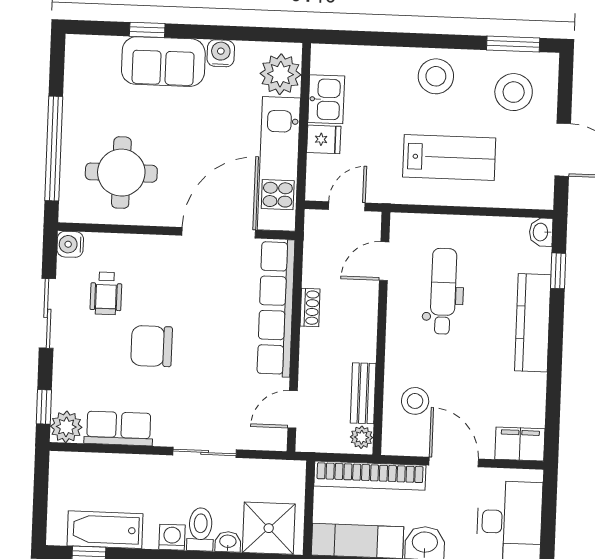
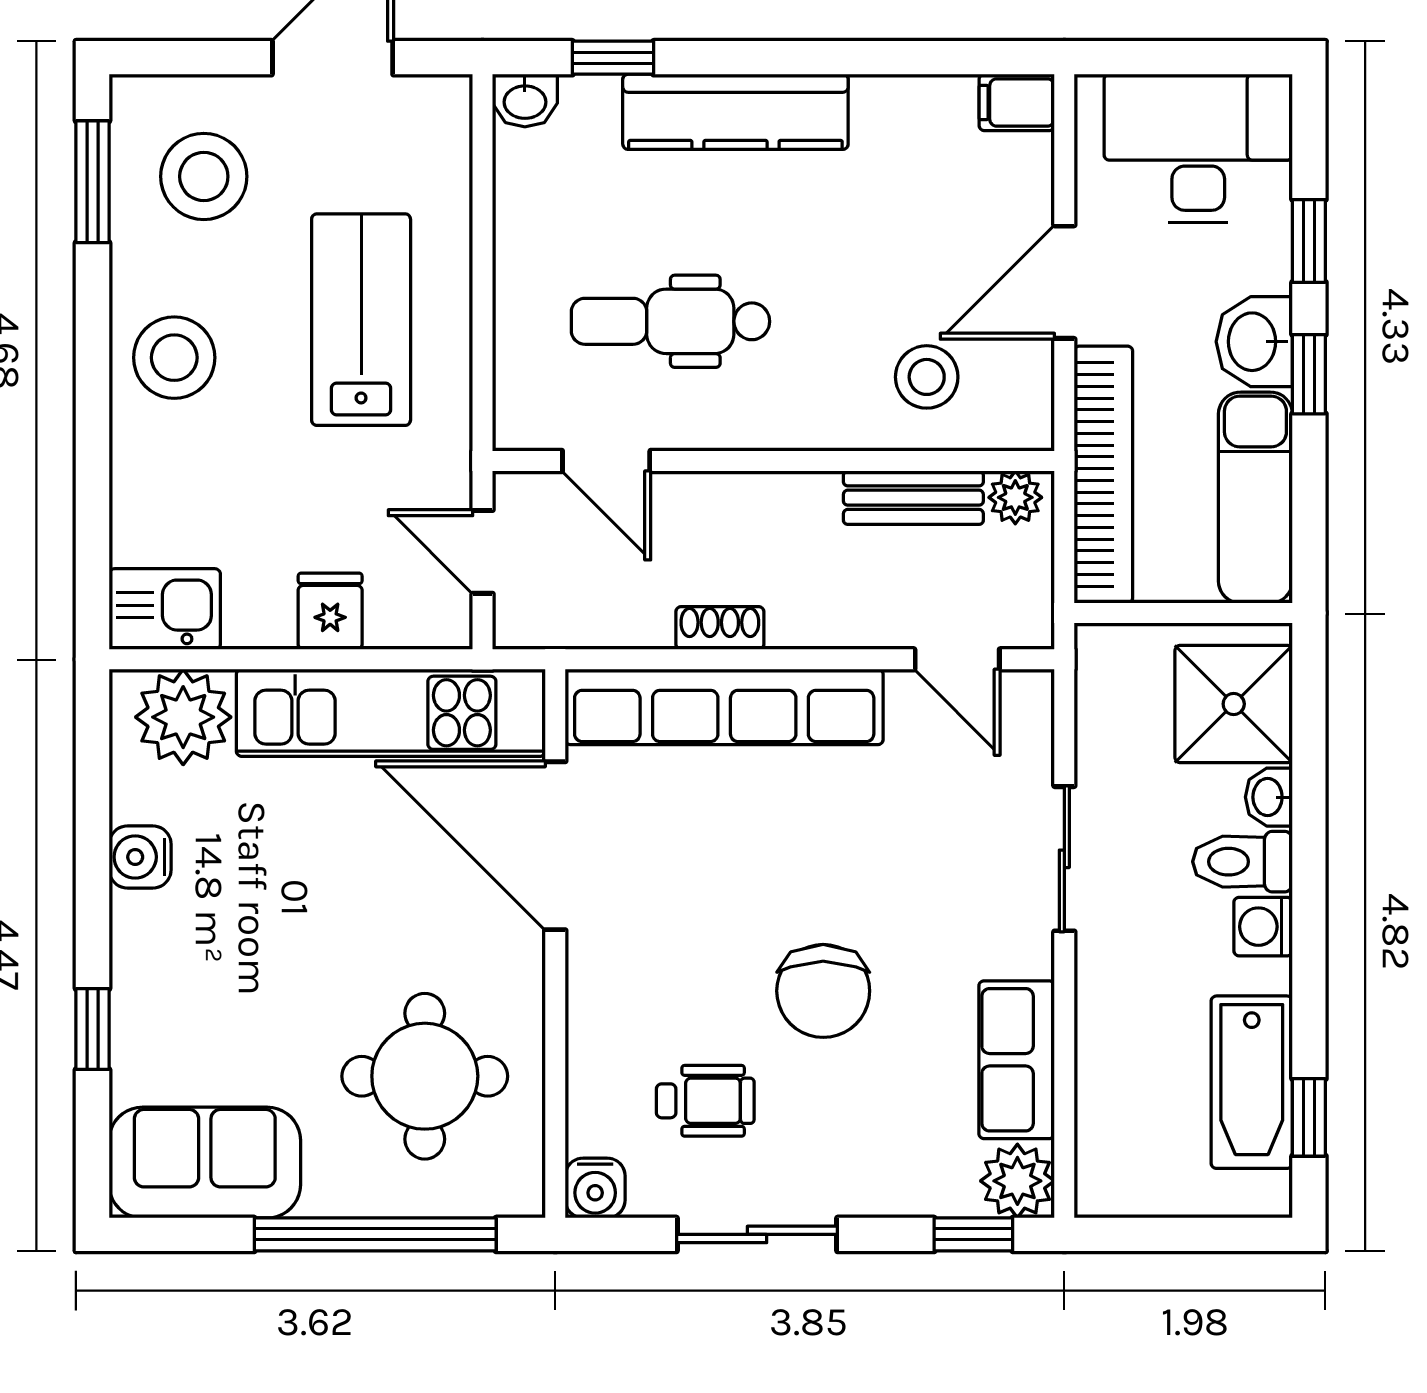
sofa: (163, 62) -> (205, 1163), moved, turned -90
kitchen sink: (326, 99) -> (165, 609), moved
filing cabinet: (520, 444) -> (1017, 102), width x0.50

